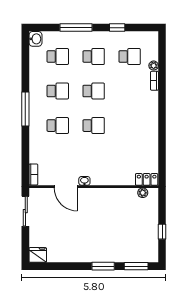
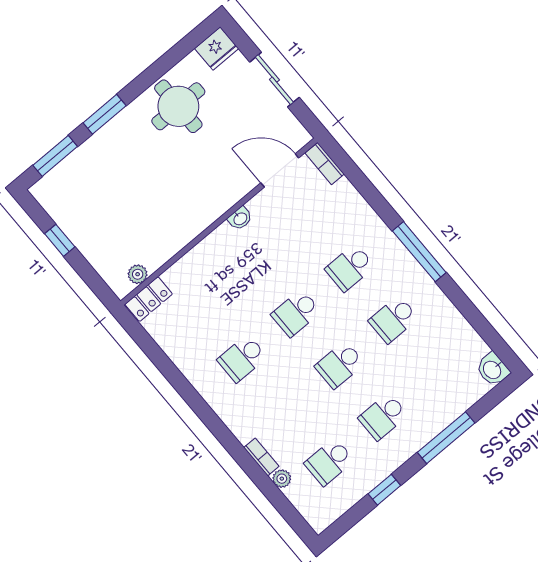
school desk: (58, 56) -> (242, 358), moved
door: (66, 187) -> (280, 170), moved
sliding door: (25, 211) -> (274, 80), moved
round table: (72, 245) -> (178, 106), added

